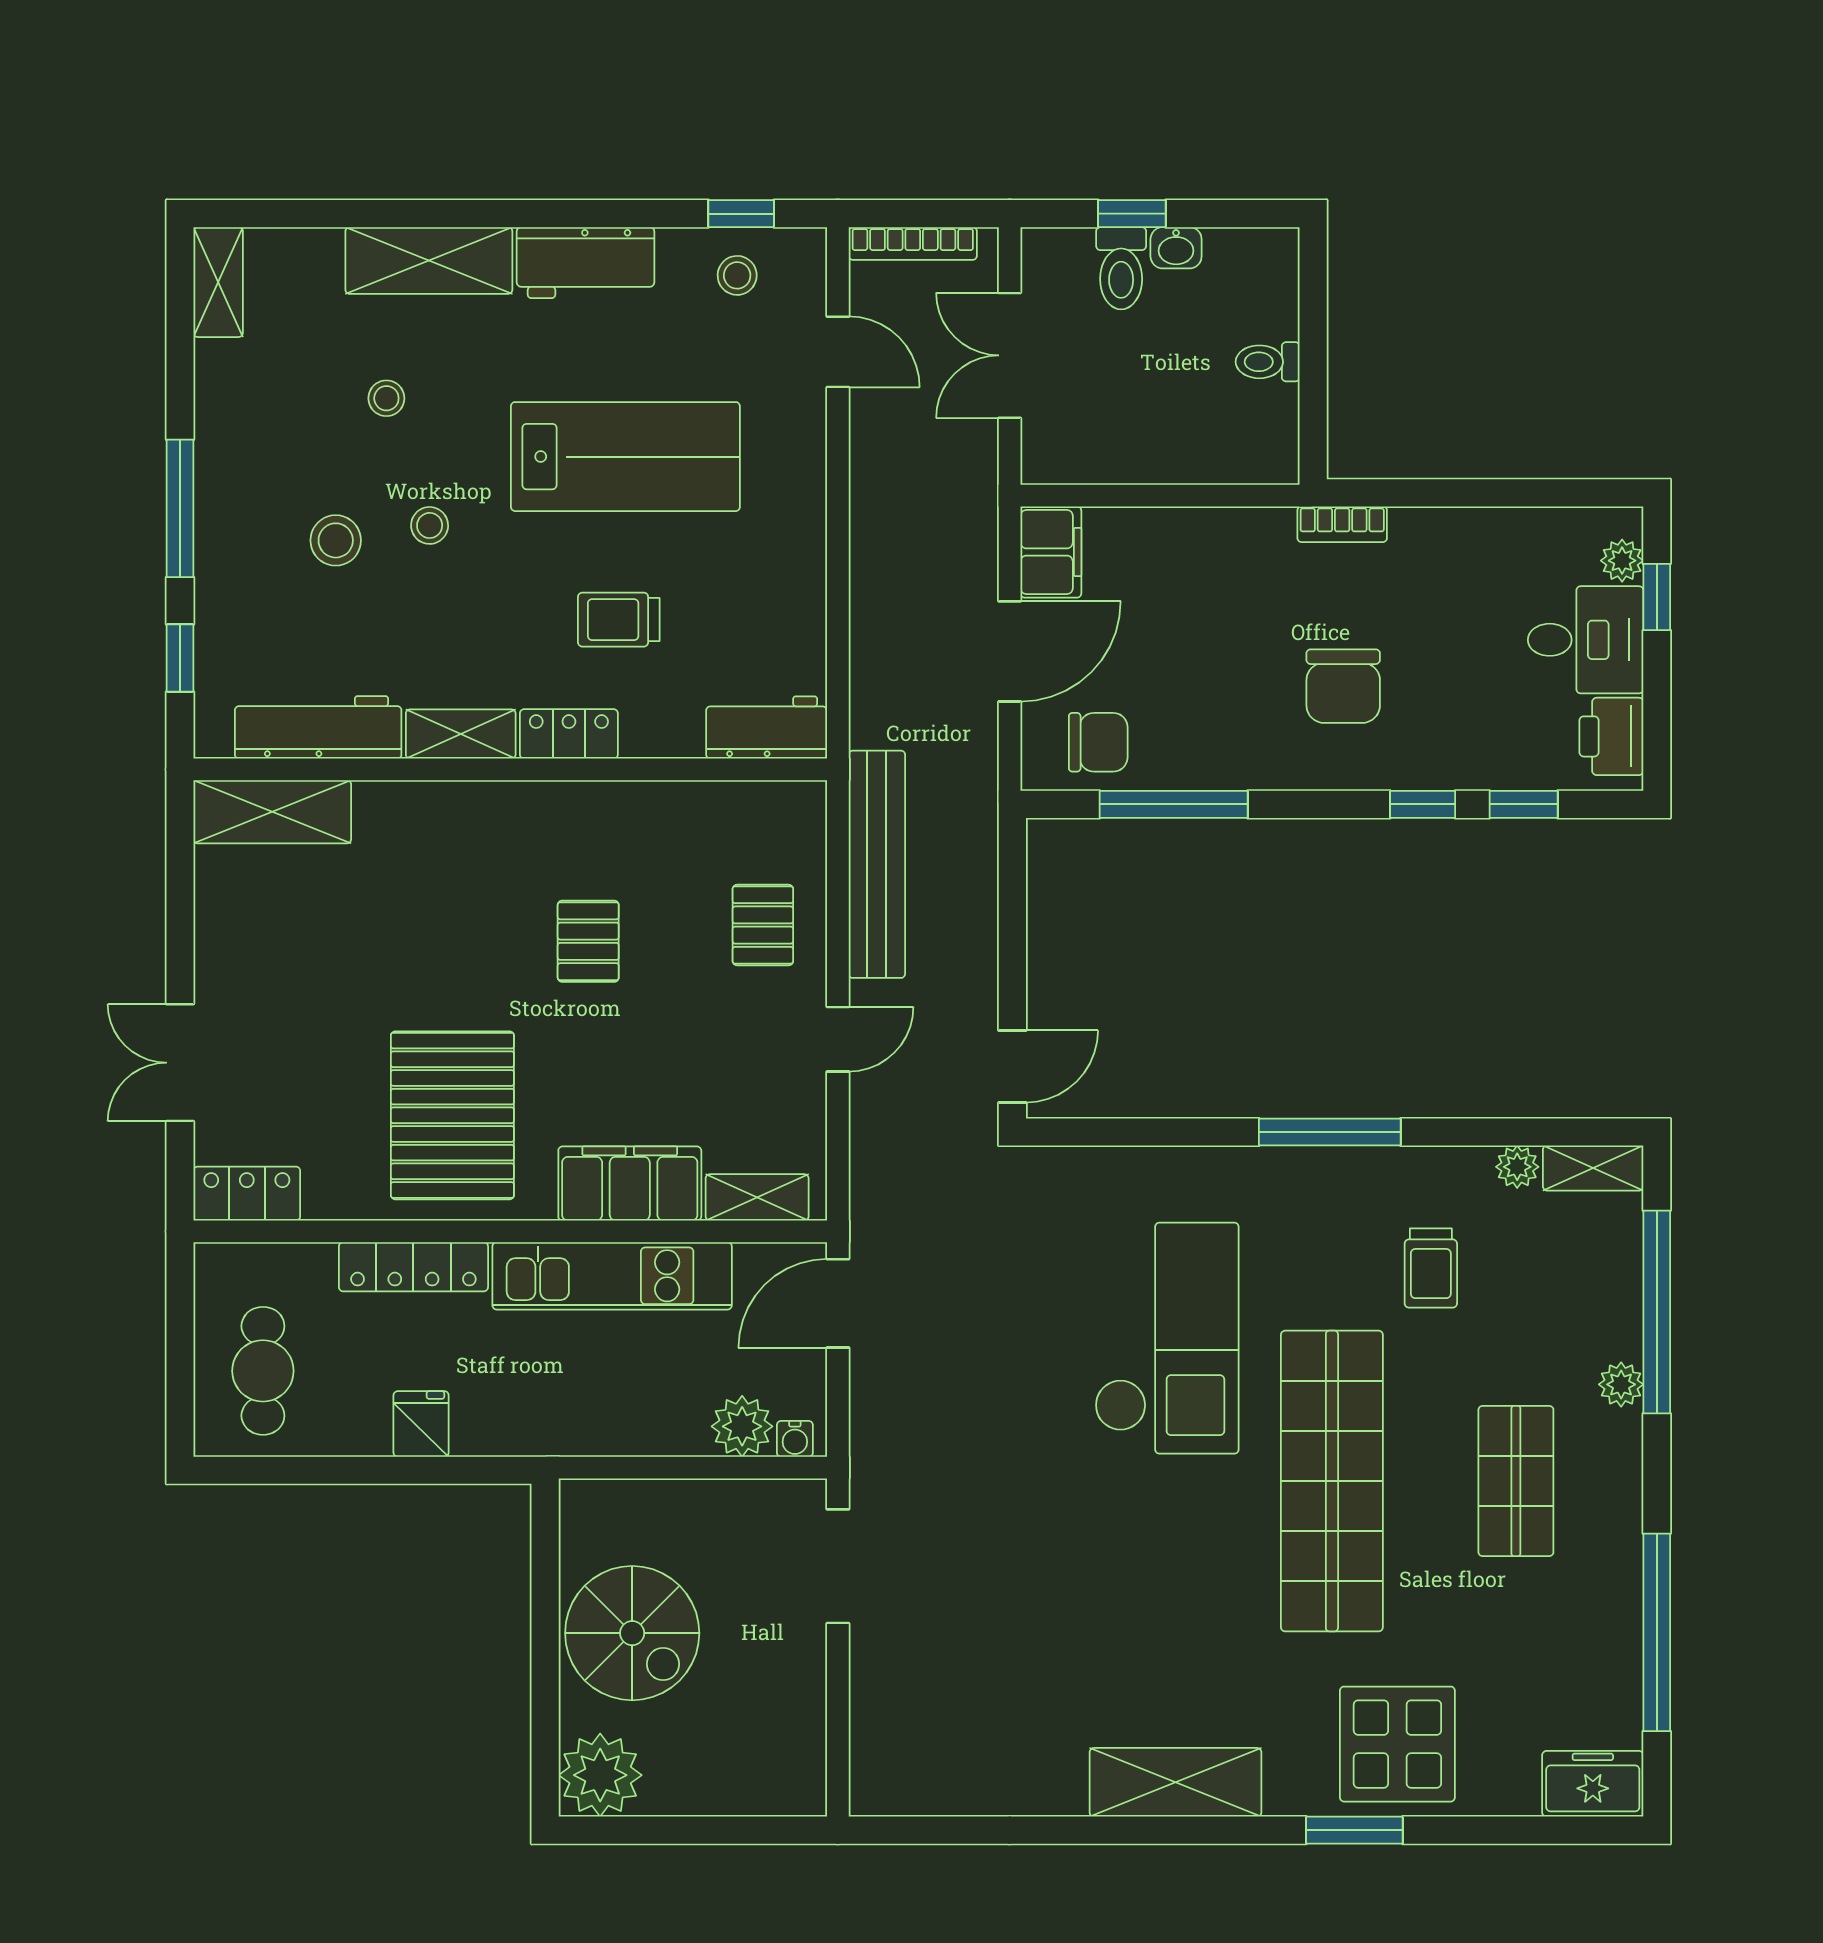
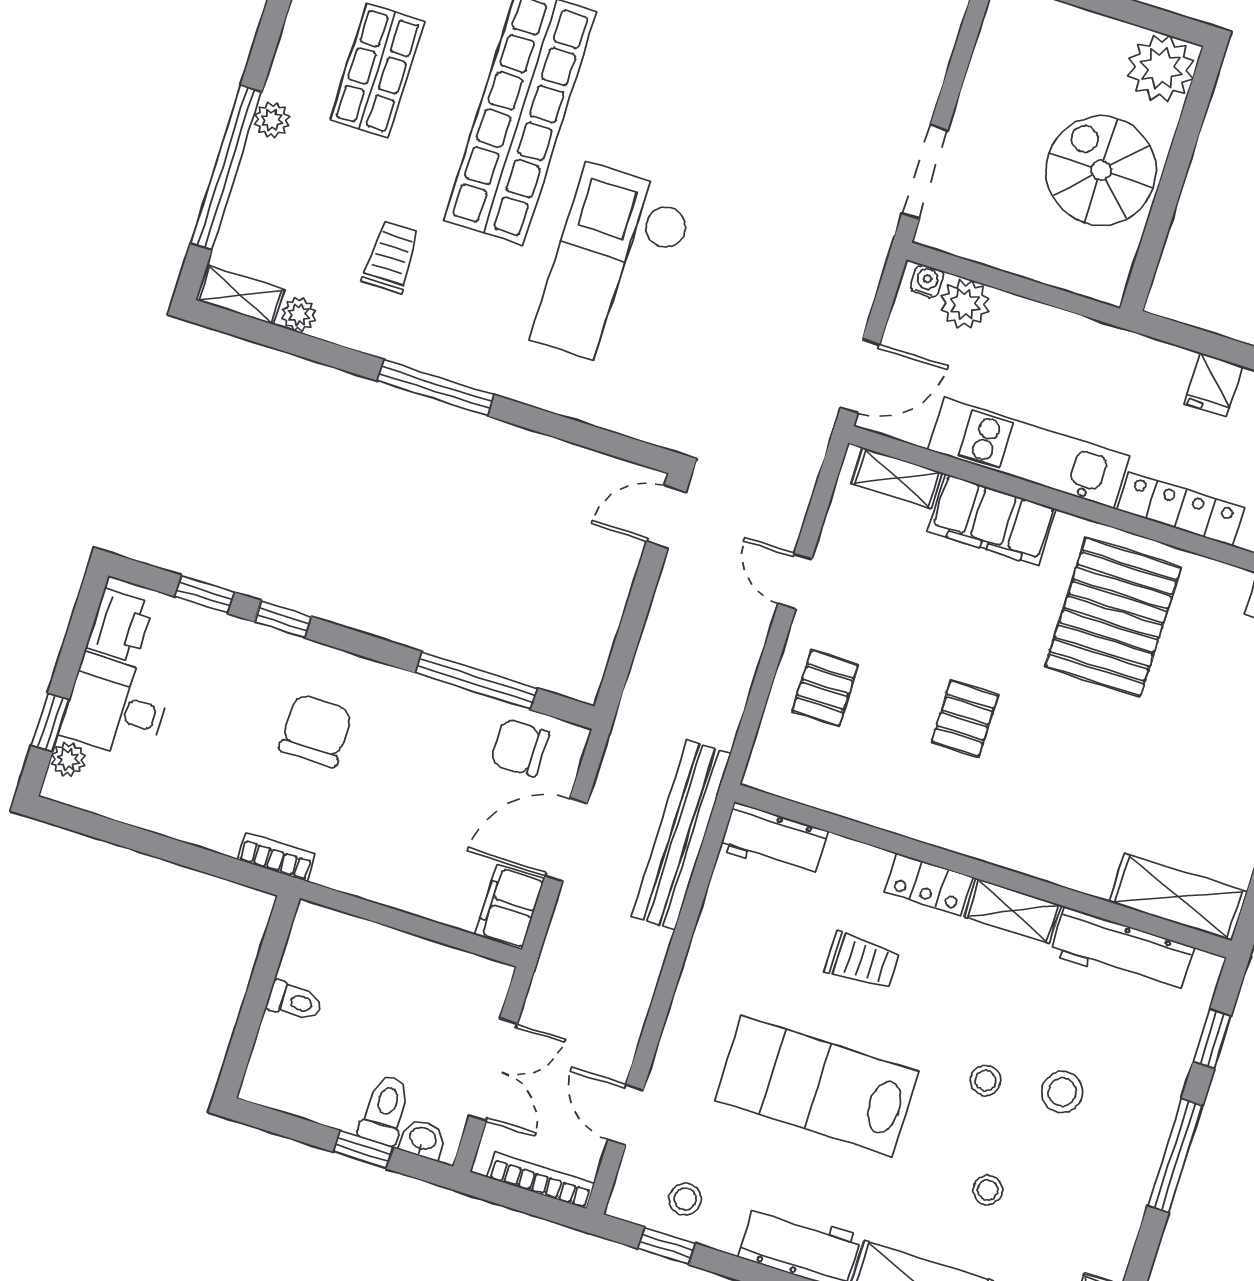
washbasin: (1176, 248) -> (423, 1139), moved
bench: (877, 864) -> (681, 835), moved
door: (838, 1039) -> (795, 581), hinge flipped

